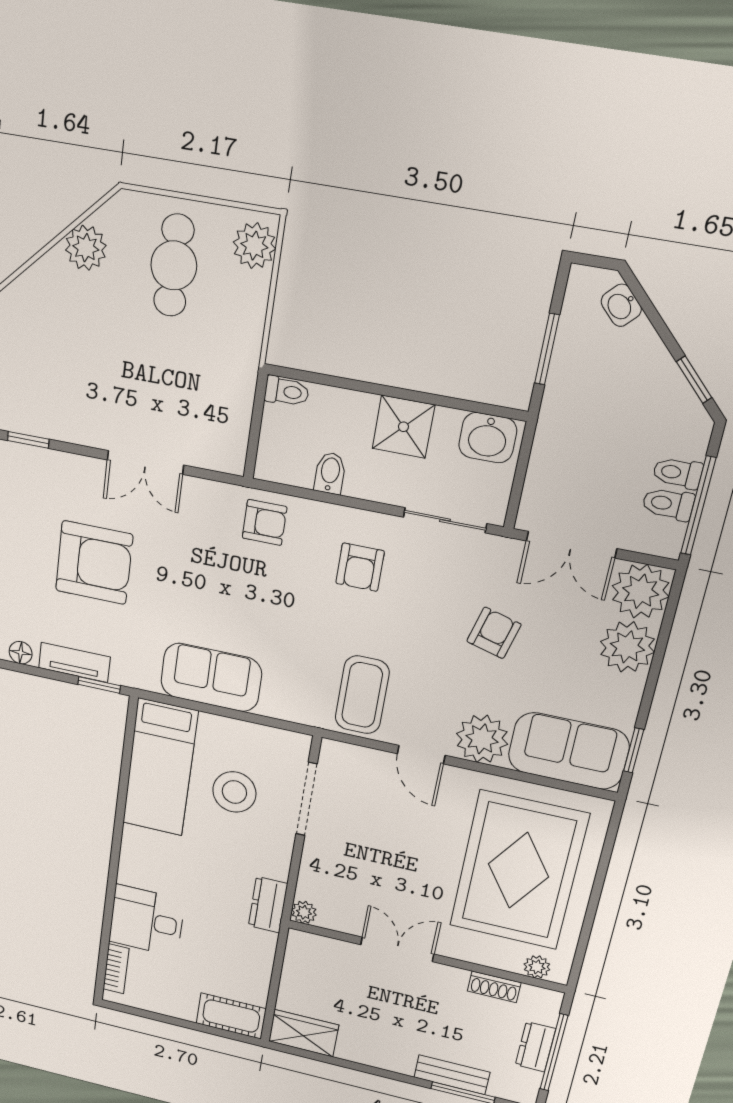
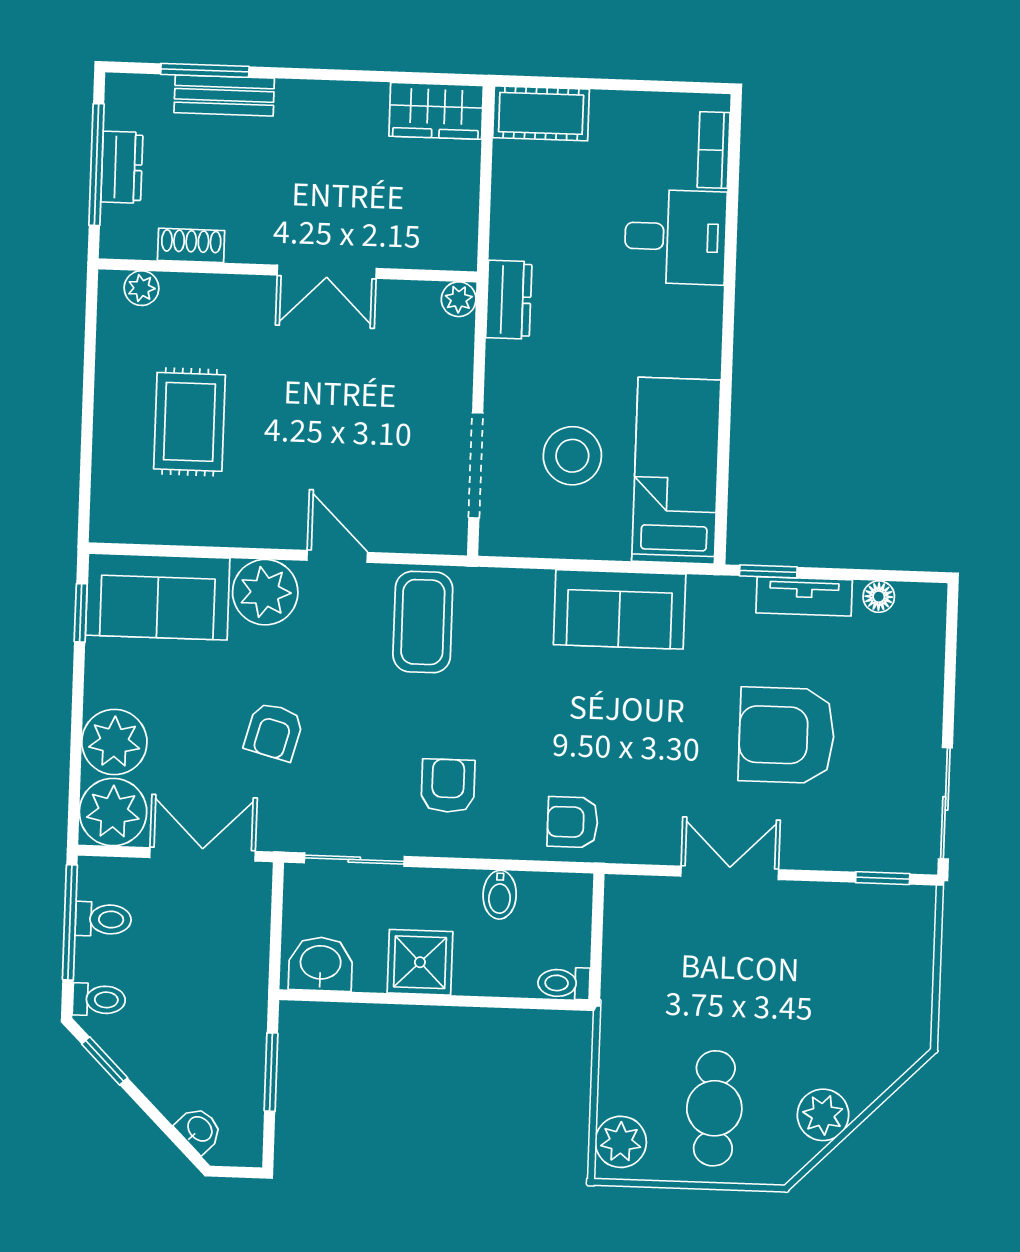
toilet: (678, 473) -> (99, 1000), moved
rug: (518, 870) -> (189, 422), width x0.54, depth x0.49

